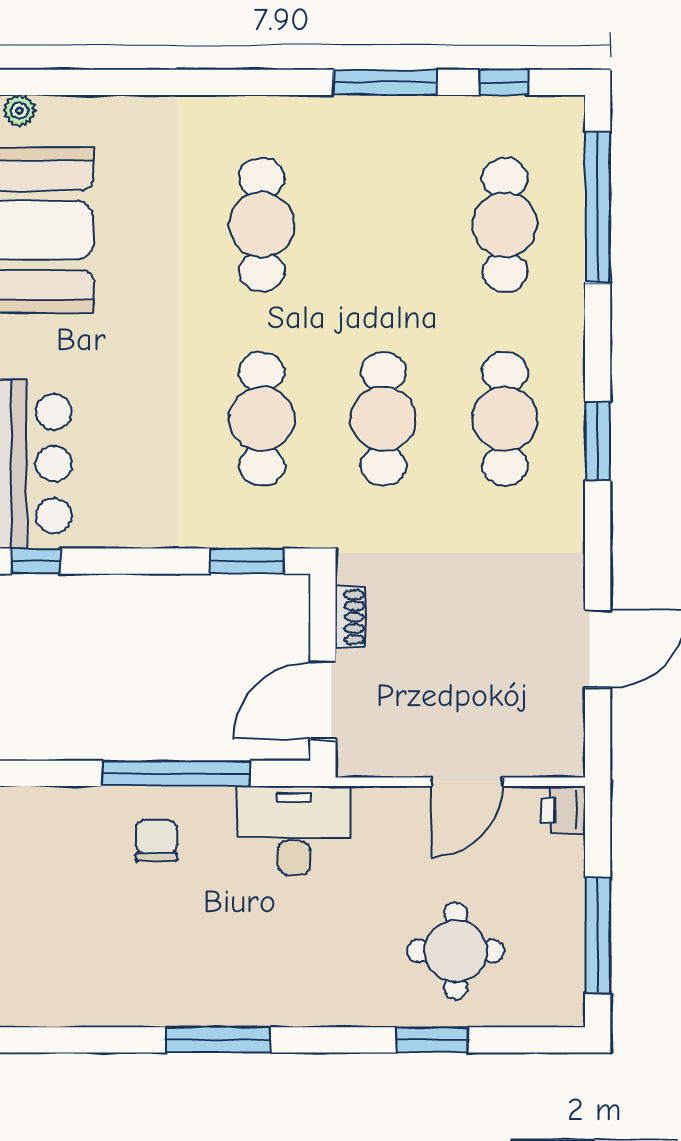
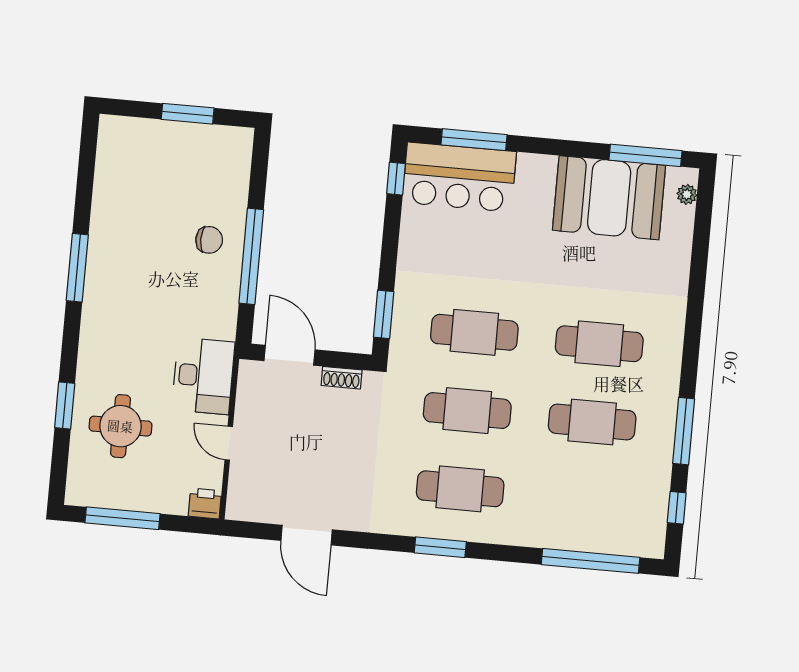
cafe table: (505, 225) -> (592, 422), moved
door: (467, 782) -> (229, 443), width x0.73
desk: (294, 830) -> (203, 376), moved

